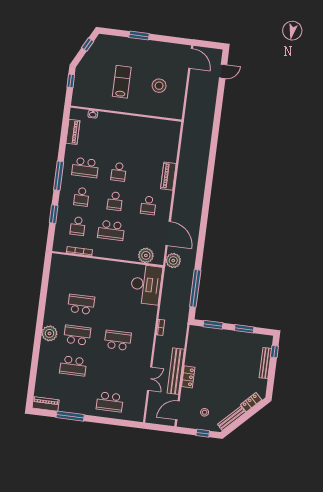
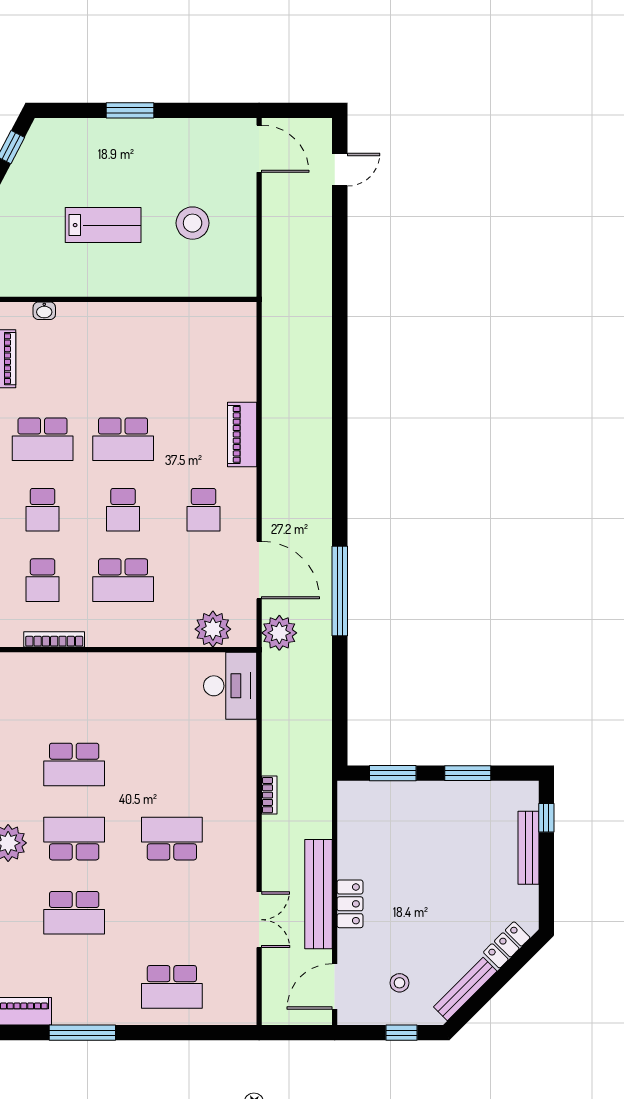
lab bench: (122, 82) -> (103, 225), turned 90
school desk: (119, 172) -> (123, 439), width x1.85
desk: (146, 285) -> (230, 686), width x0.73, depth x0.77
window: (195, 288) -> (340, 591), moved
school desk: (81, 304) -> (74, 764), turned 180

